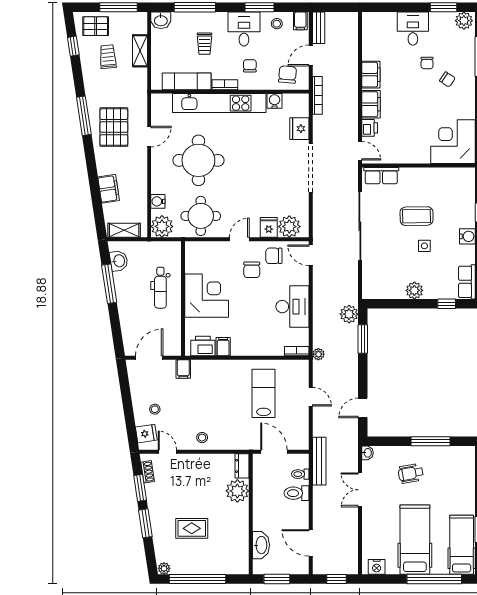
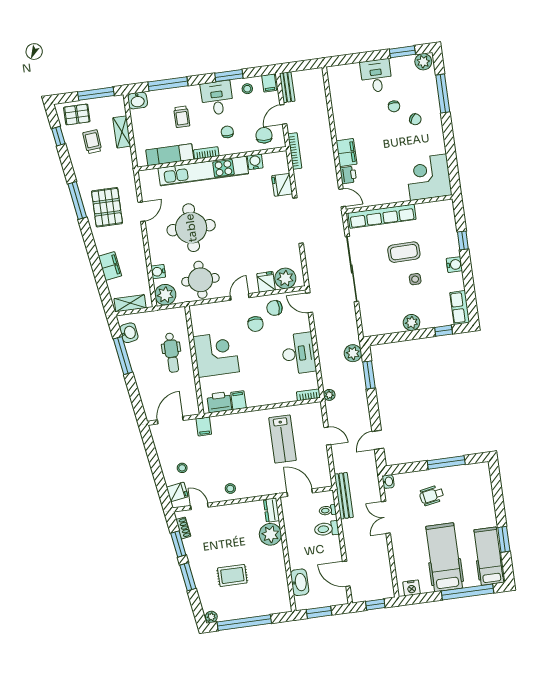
filing cabinet: (371, 75) -> (342, 125), removed
row of seats: (381, 176) -> (382, 216), width x2.02
lab bench: (264, 393) -> (283, 439), turned 180

